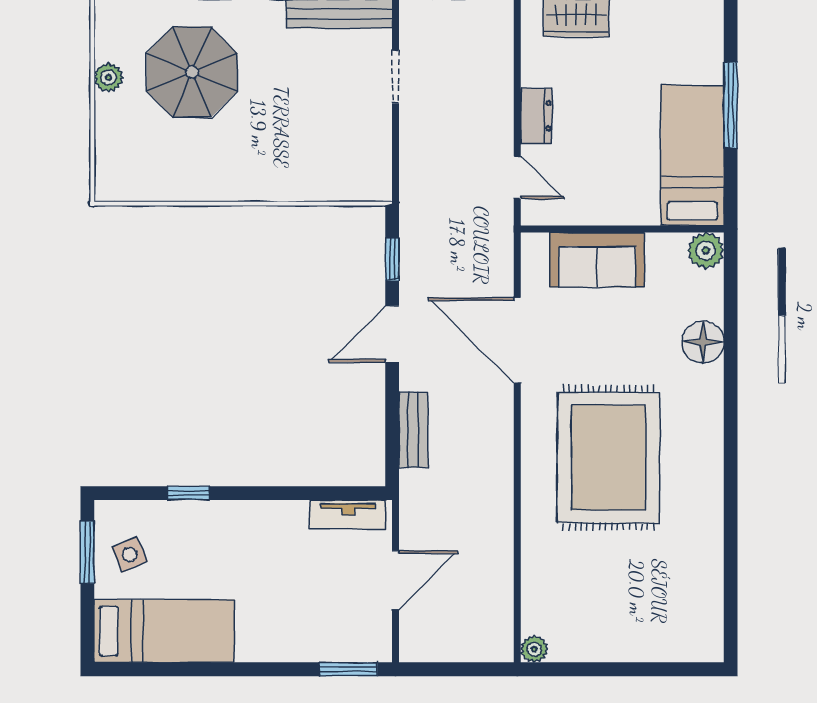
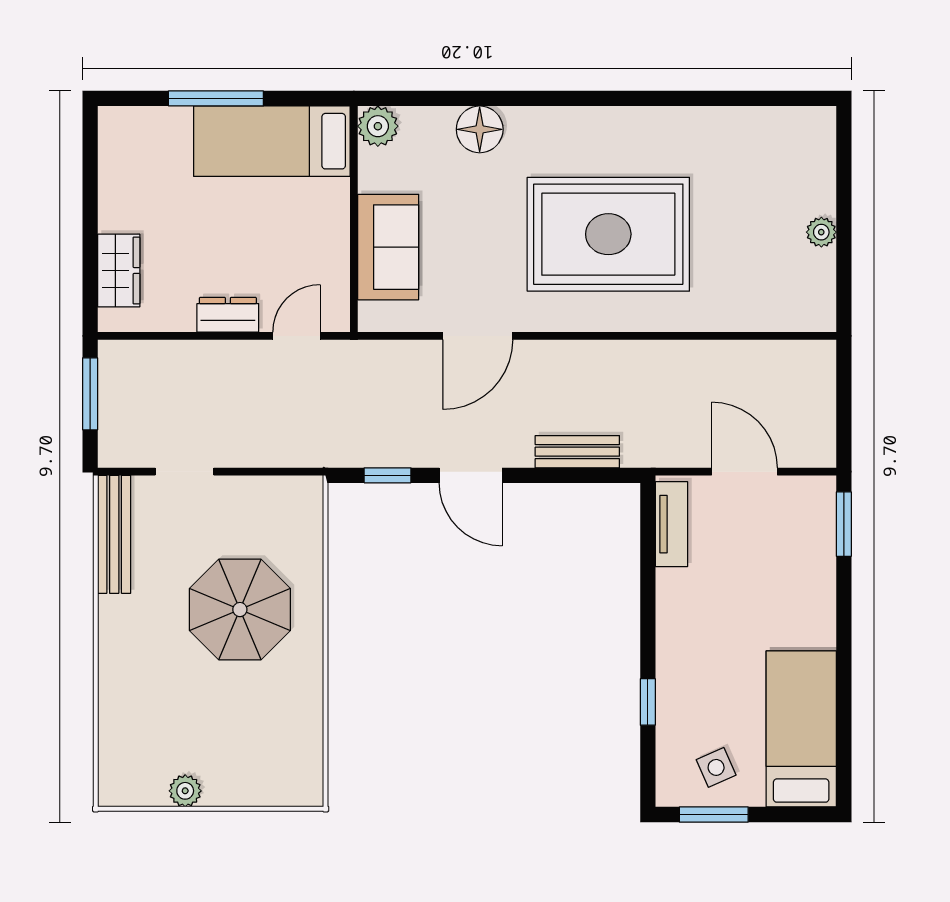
parasol: (192, 72) -> (240, 610), moved
door: (517, 340) -> (478, 336), width x0.73
plant: (534, 649) -> (821, 232), moved

